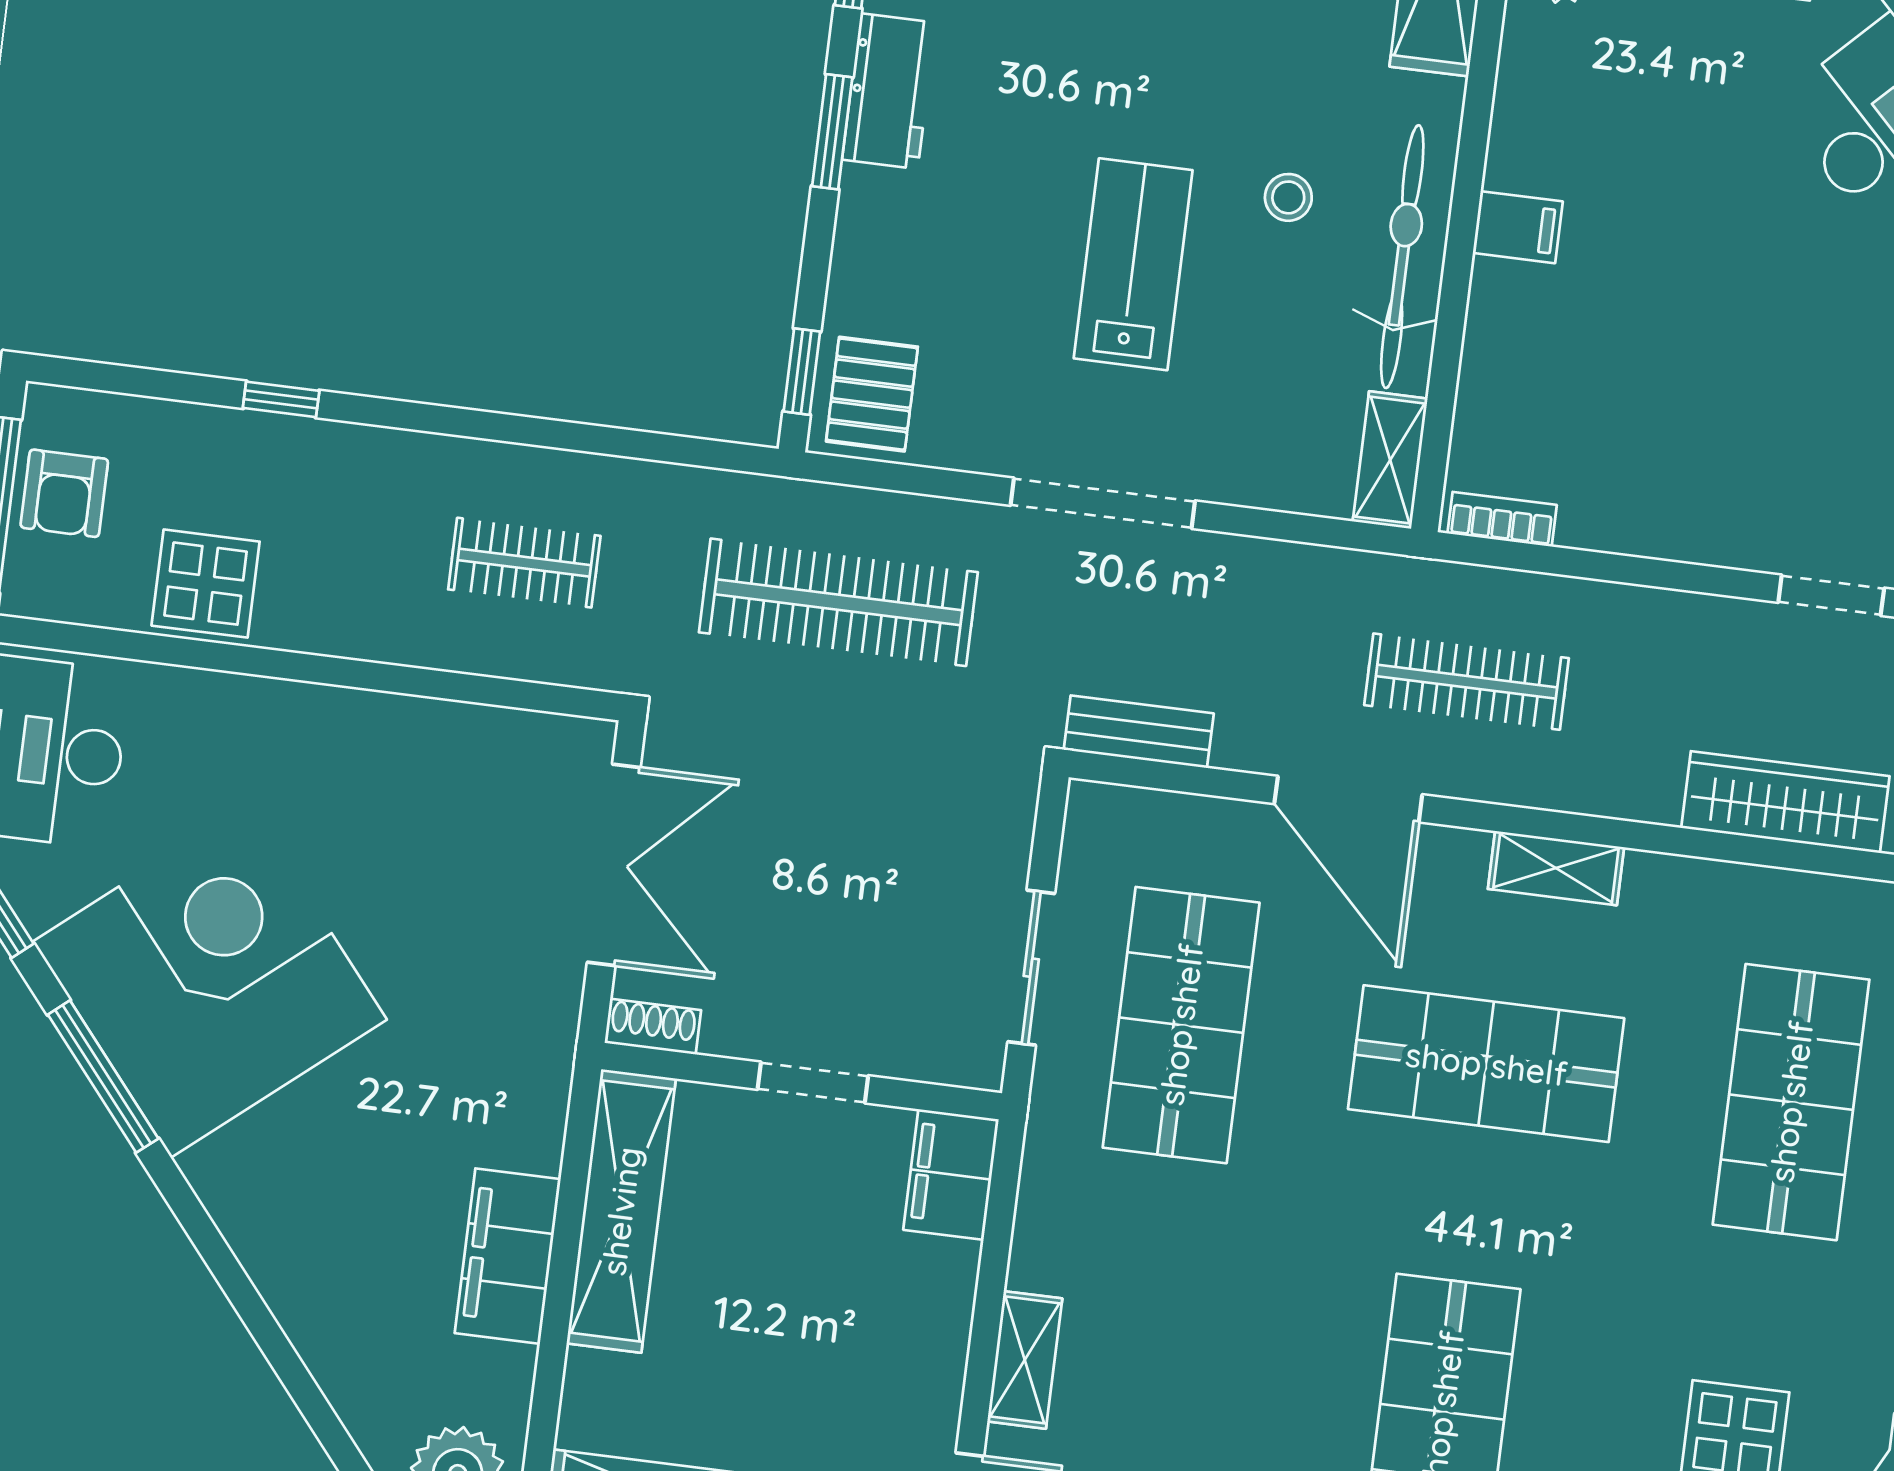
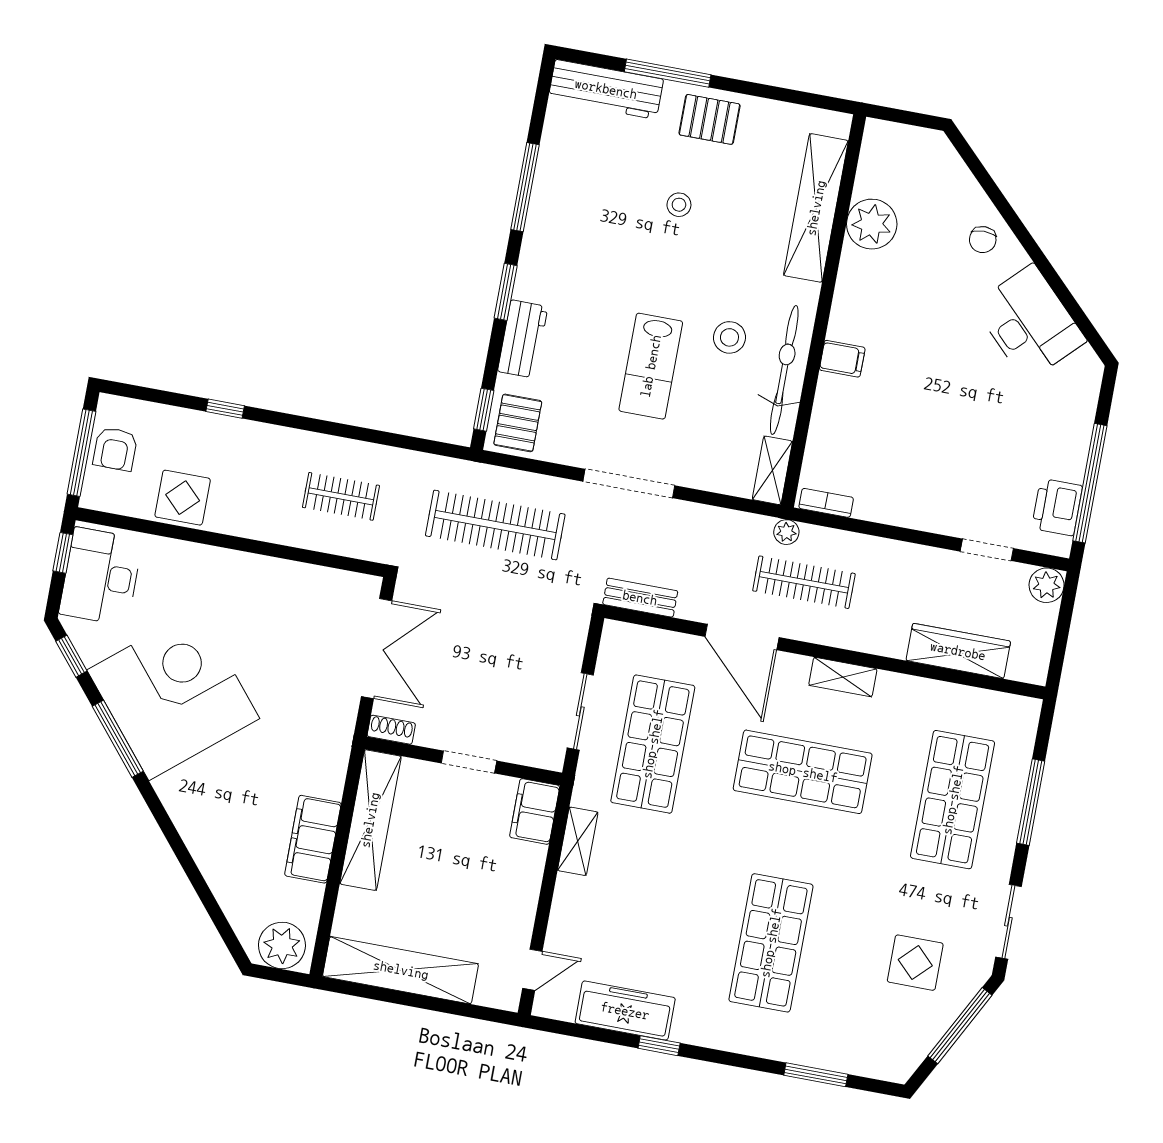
workbench: (889, 91) -> (523, 339), moved
stool: (1288, 197) -> (729, 337), width x1.37, depth x1.37
lab bench: (1133, 264) -> (651, 366), turned 180
plant: (1425, 583) -> (786, 532), added
shelving: (1025, 1360) -> (578, 841), moved

